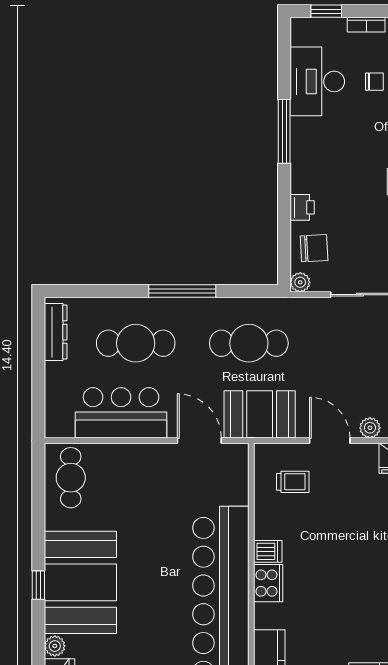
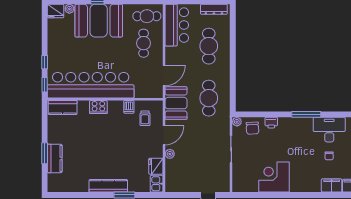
window: (182, 291) -> (233, 67), removed
bar counter: (121, 413) -> (177, 25), moved
cafe table: (129, 485) -> (144, 43), added
dishwasher: (268, 551) -> (129, 107), moved

